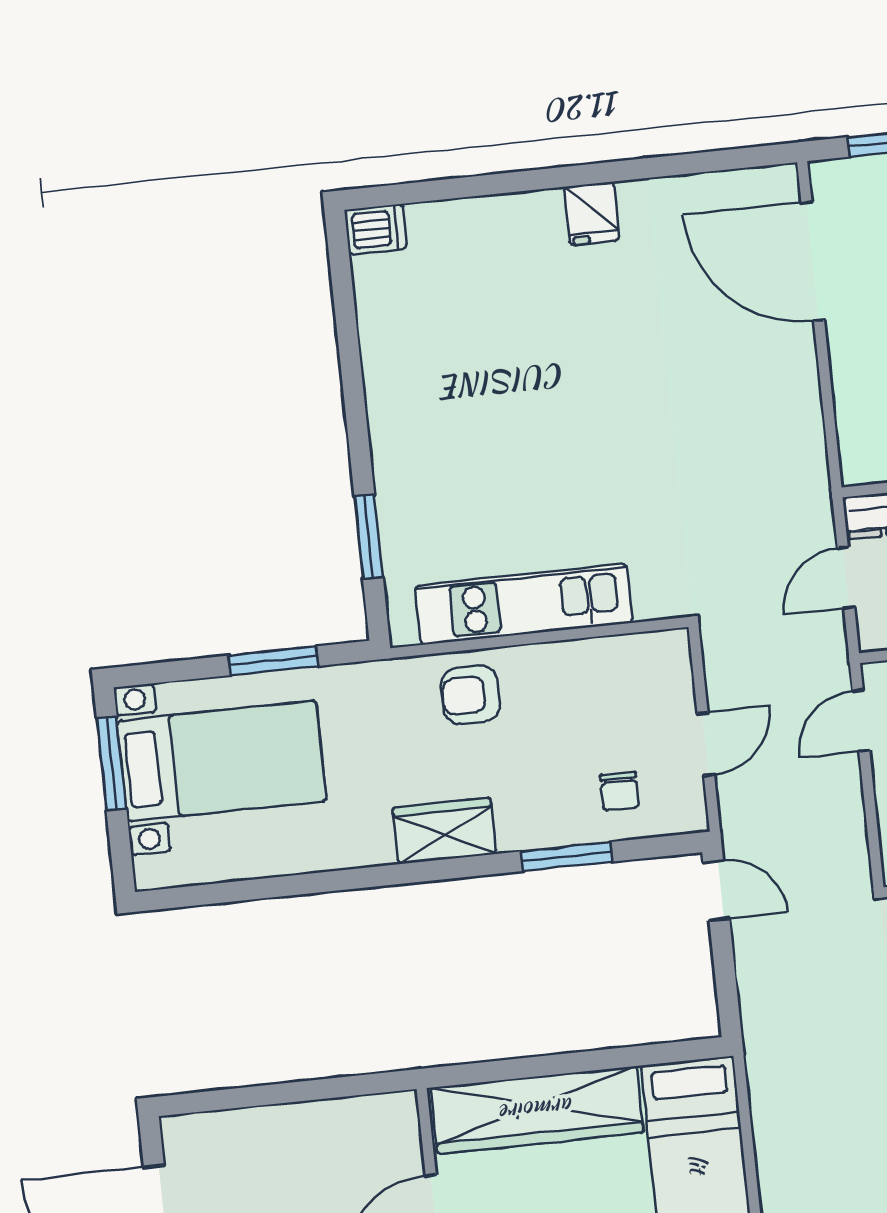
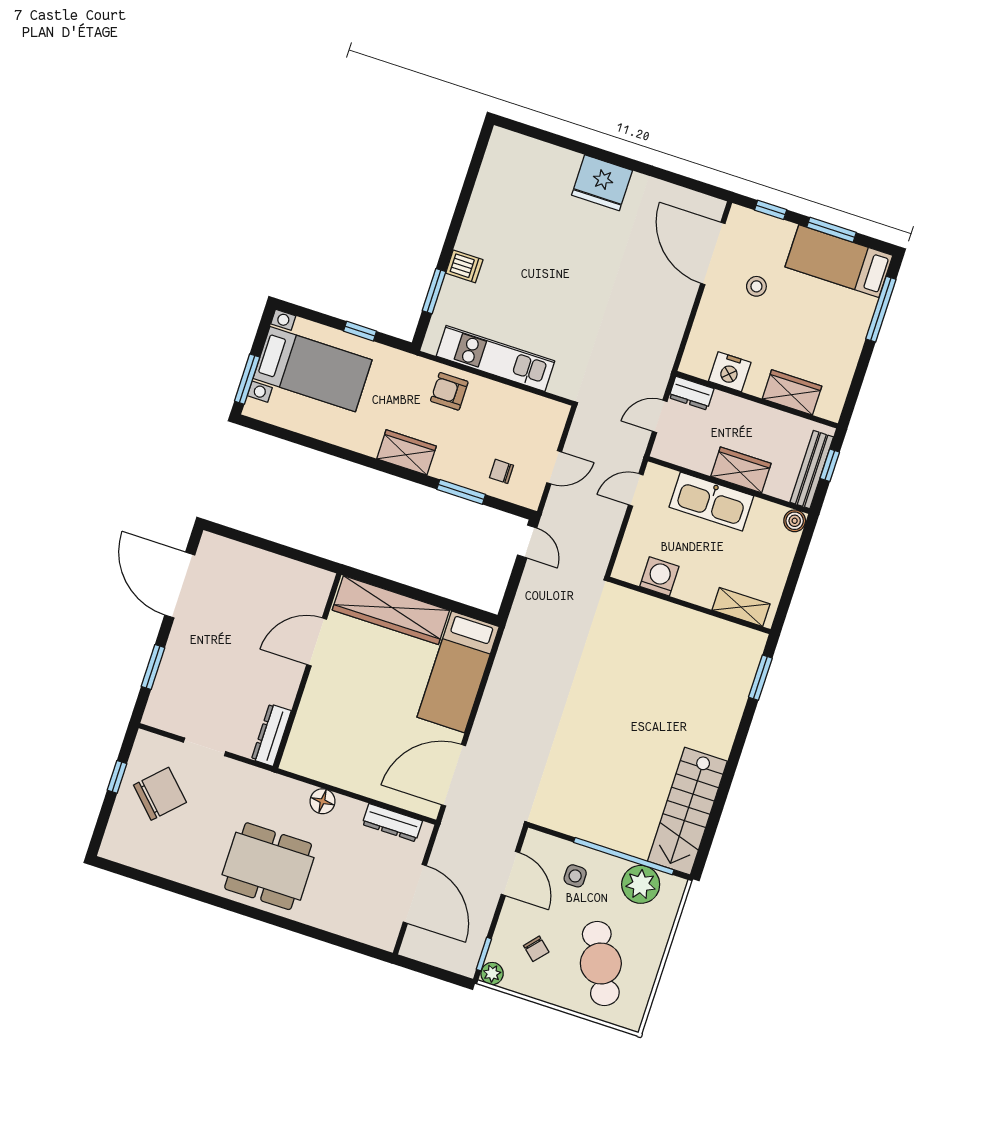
fridge: (592, 213) -> (602, 183), width x1.88, depth x1.34
dishwasher: (376, 229) -> (464, 266), moved
window: (273, 661) -> (360, 331), width x0.67
window: (112, 763) -> (247, 379), moved
chair: (619, 791) -> (501, 471), turned 90

